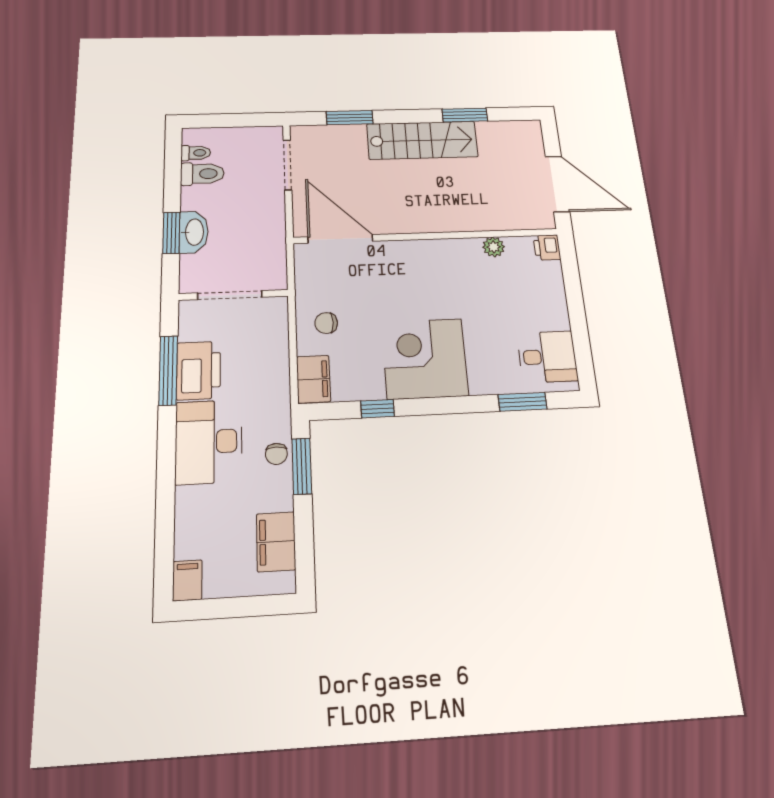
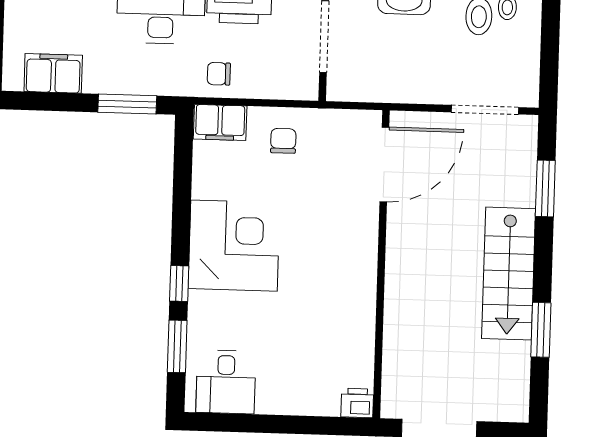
plant: (494, 247) -> (362, 341), removed
window: (378, 409) -> (179, 284), moved
chair: (276, 454) -> (219, 74), moved

